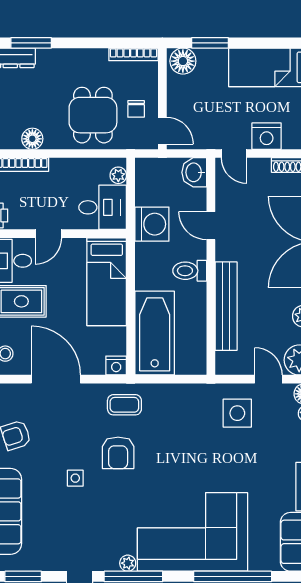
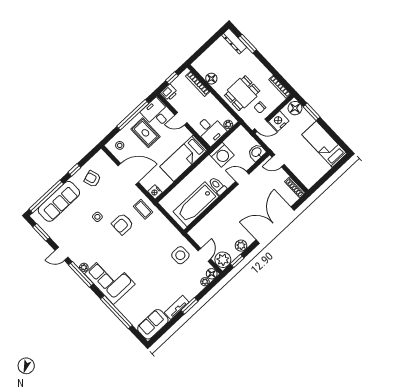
door: (162, 131) -> (261, 125), hinge flipped
nightstand: (267, 136) -> (279, 121), moved, turned 90
door: (234, 154) -> (278, 161), hinge flipped
door: (211, 226) -> (242, 178), hinge flipped
bench: (226, 306) -> (217, 213), removed
bathtub: (155, 333) -> (196, 204), moved, turned 180
door: (56, 379) -> (128, 174), hinge flipped
corner sofa: (193, 532) -> (110, 279), width x0.73, depth x0.74

